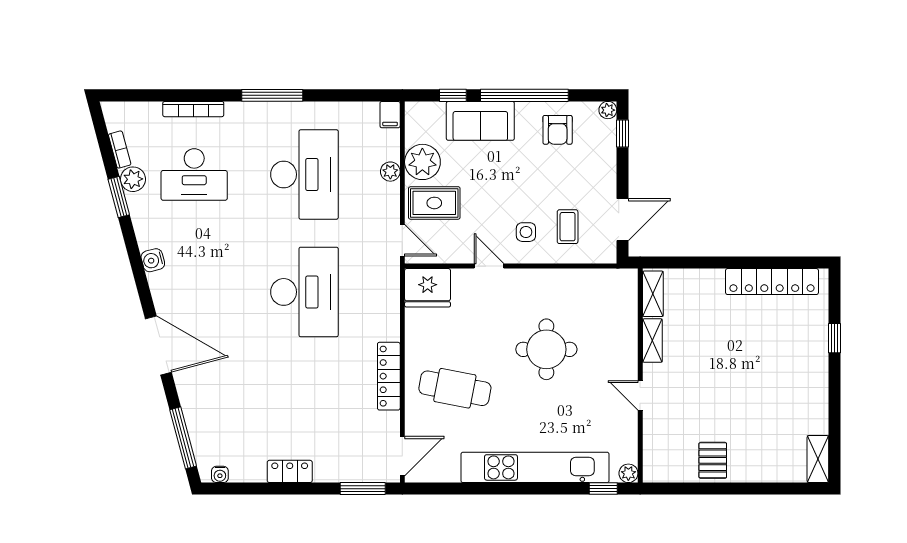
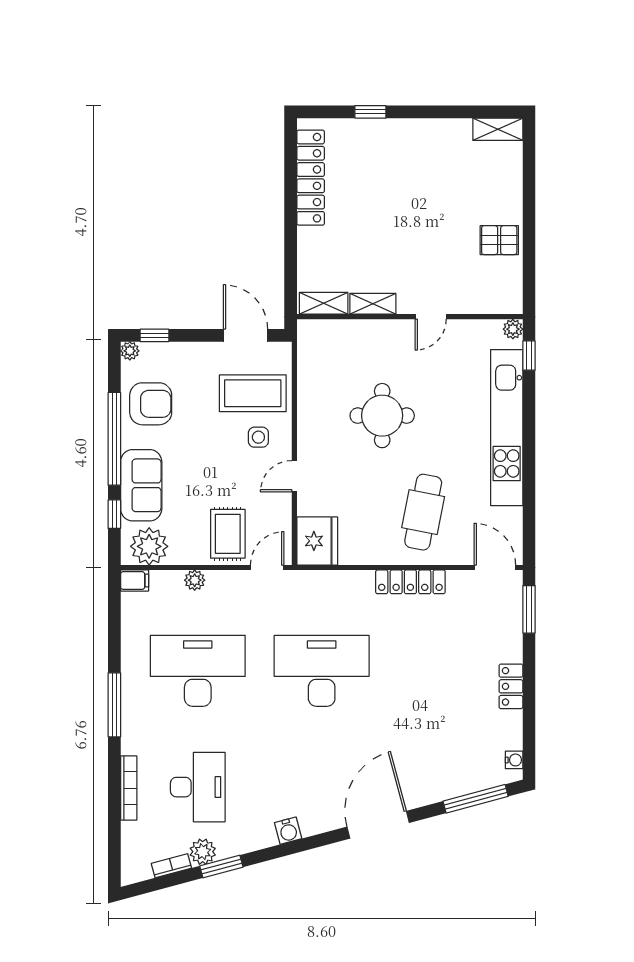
armchair: (558, 130) -> (151, 404), width x1.38, depth x1.38
plant: (422, 162) -> (149, 546), moved
coffee table: (568, 227) -> (253, 393), width x1.86, depth x1.72

